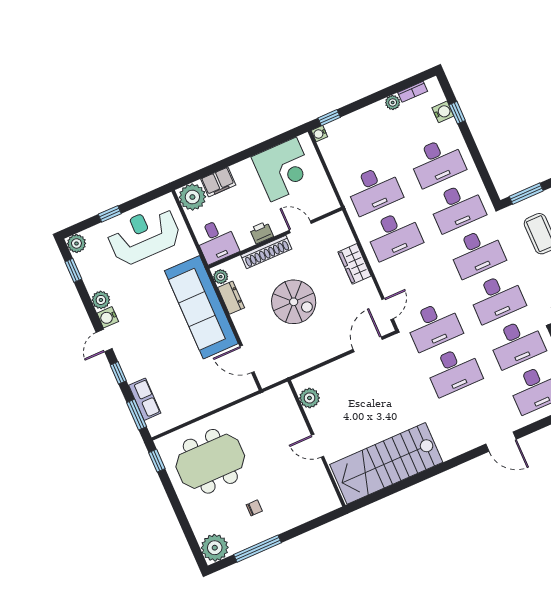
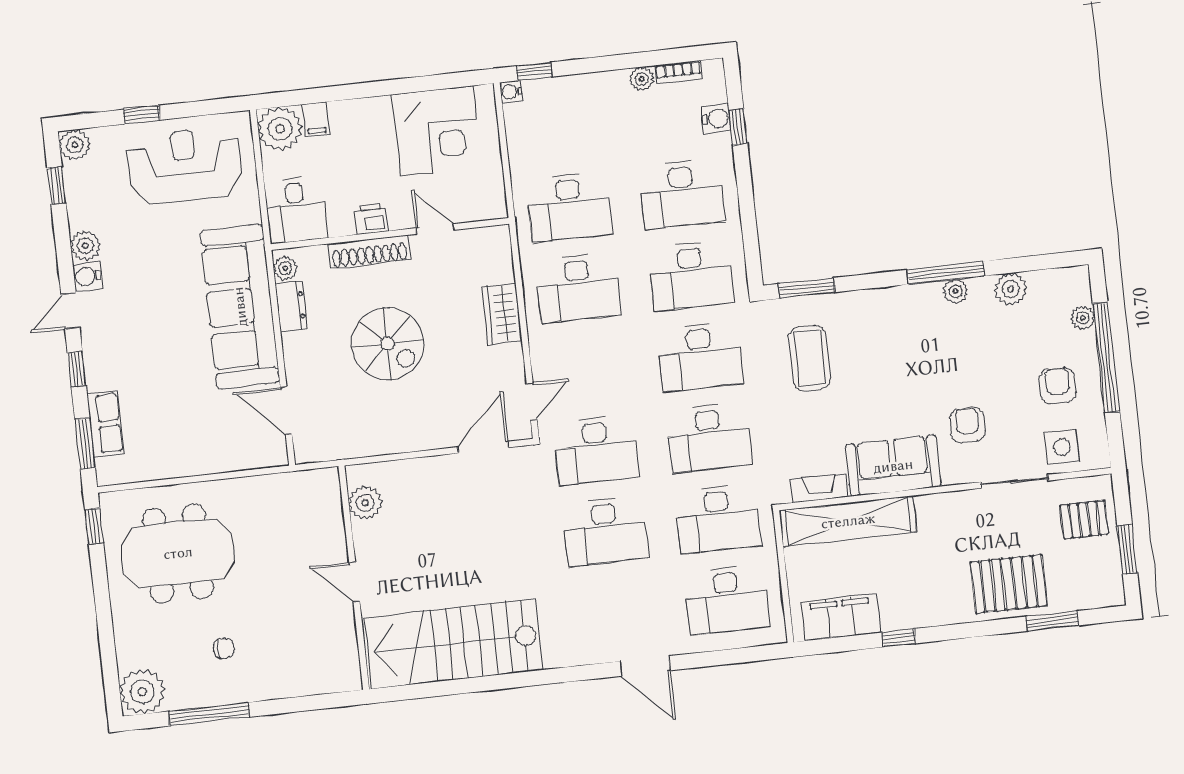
filing cabinet: (218, 182) -> (316, 119), width x0.50

